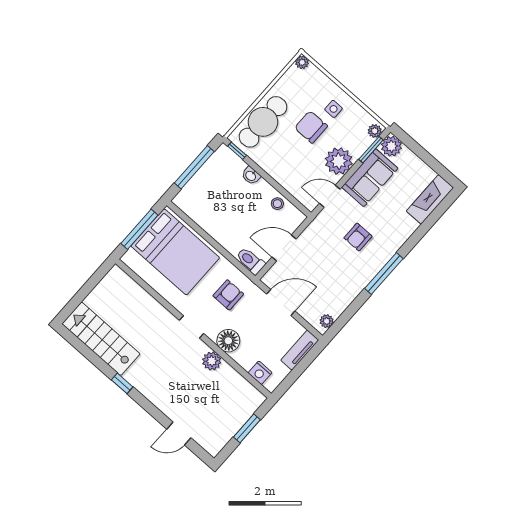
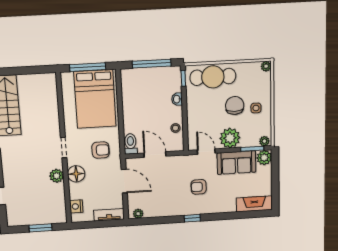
window: (384, 274) -> (192, 218), width x0.46

